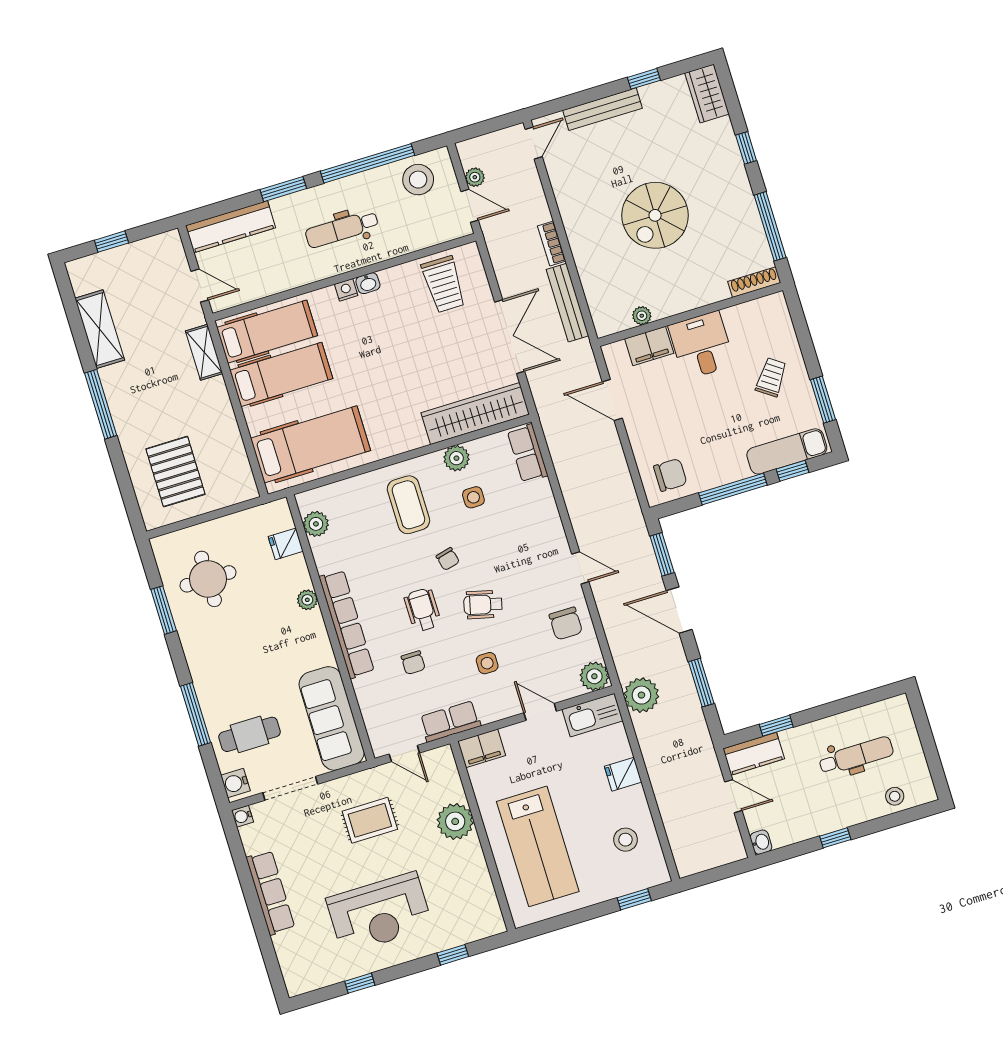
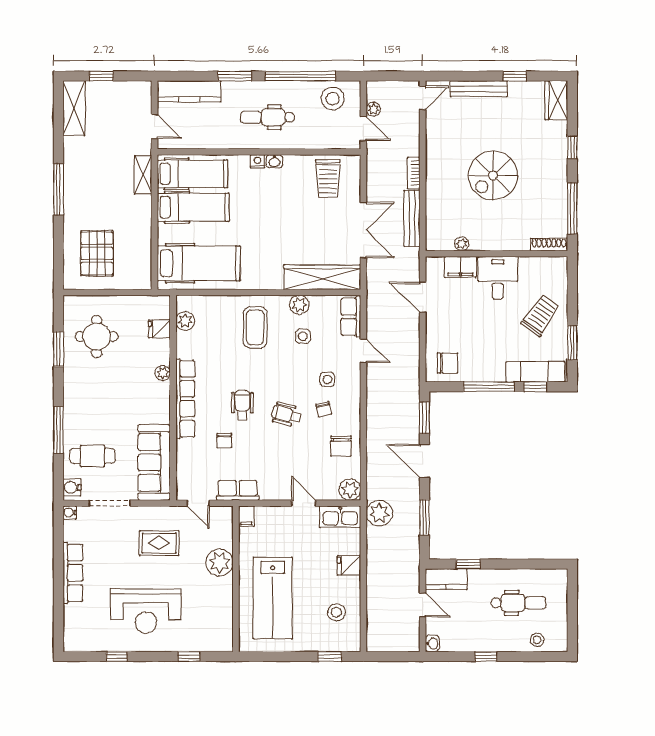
shelving: (100, 329) -> (74, 108), moved
trolley: (771, 377) -> (540, 316), width x1.36, depth x1.39
chair: (448, 559) -> (324, 409), moved
door: (580, 568) -> (363, 351), moved
side table: (487, 663) -> (327, 379), moved
filing cabinet: (482, 748) -> (246, 516), width x0.50

